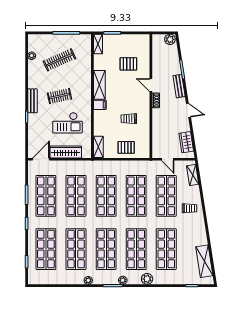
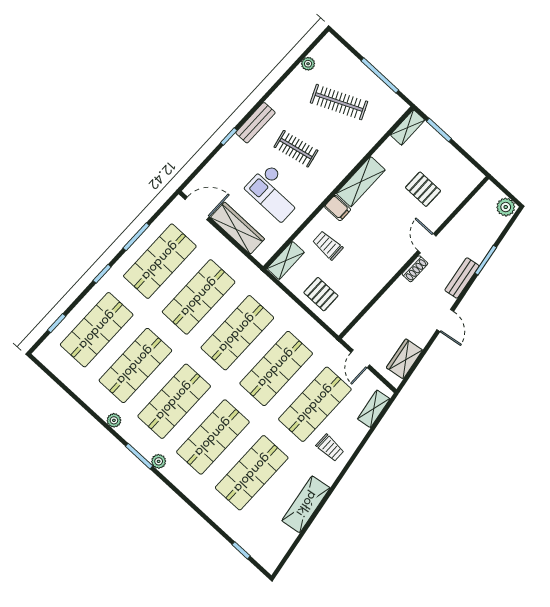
trolley: (129, 119) -> (328, 245), moved
shelving: (204, 261) -> (306, 504), moved
plant: (147, 279) -> (191, 488), removed

